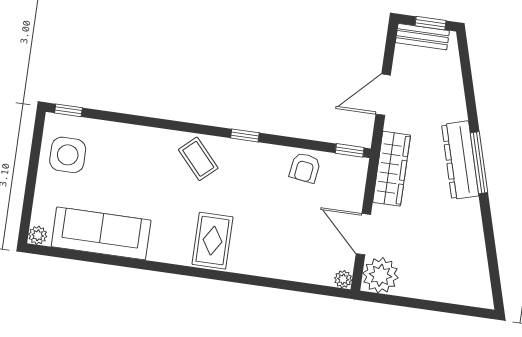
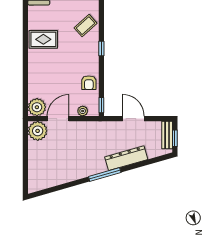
dresser: (460, 160) -> (126, 158), moved
armchair: (305, 168) -> (89, 83), turned -98
wardrobe: (392, 169) -> (95, 129), removed
plant: (356, 187) -> (83, 111), added
plant: (343, 279) -> (37, 107), width x1.87, depth x1.87

